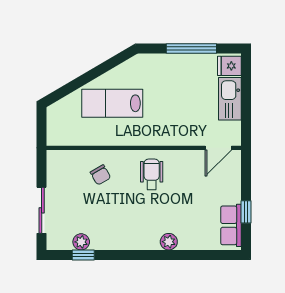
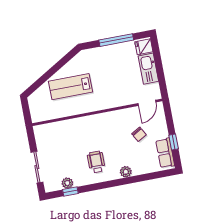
wheelchair: (152, 174) -> (96, 162), moved
chair: (100, 175) -> (139, 134), moved

